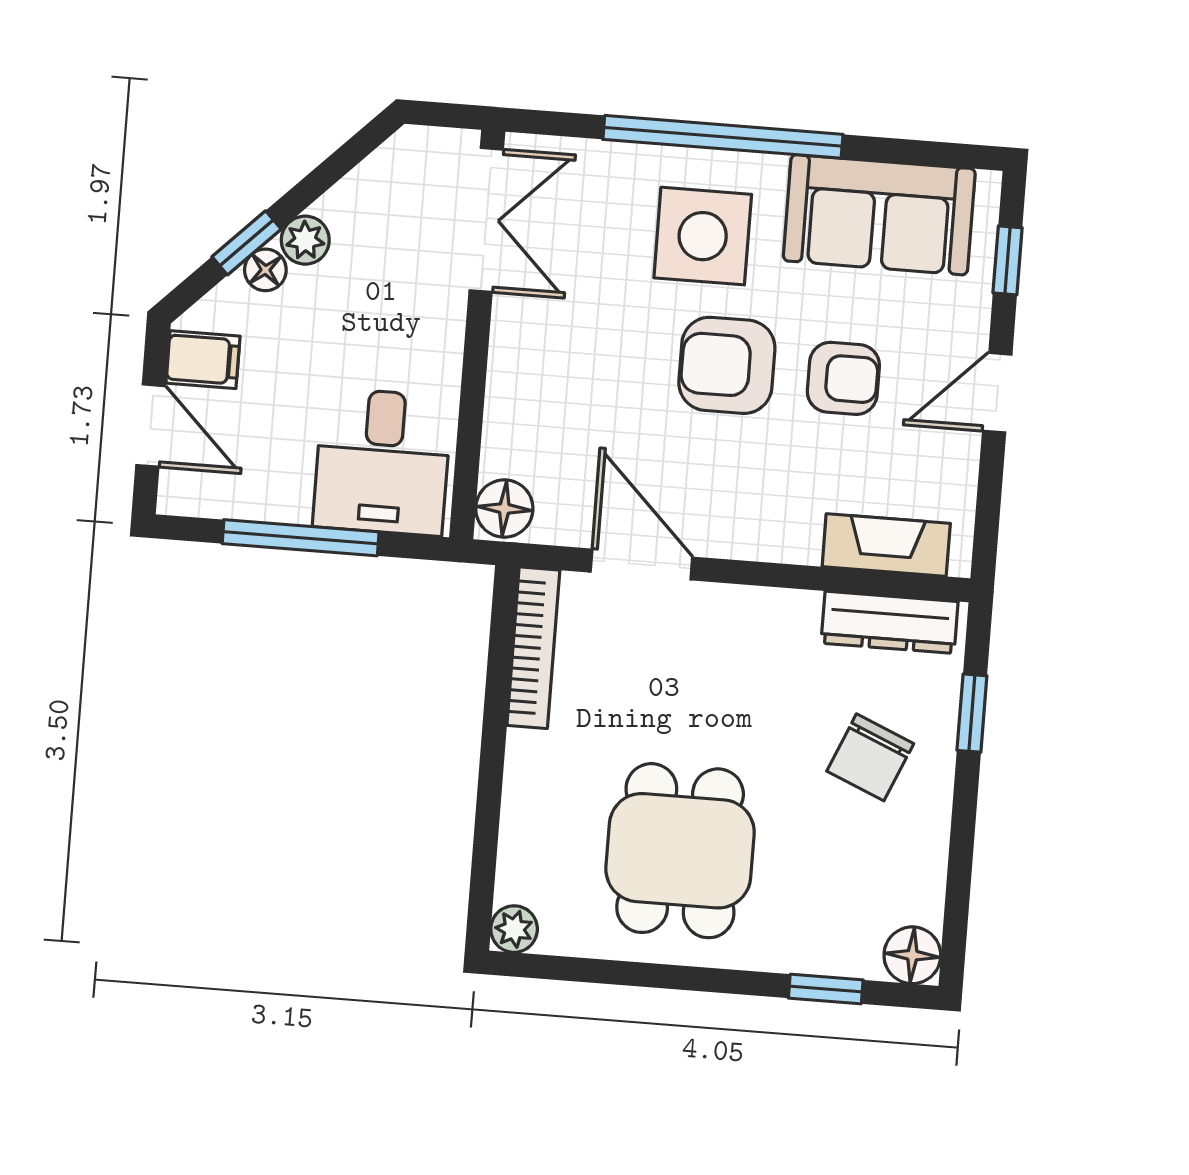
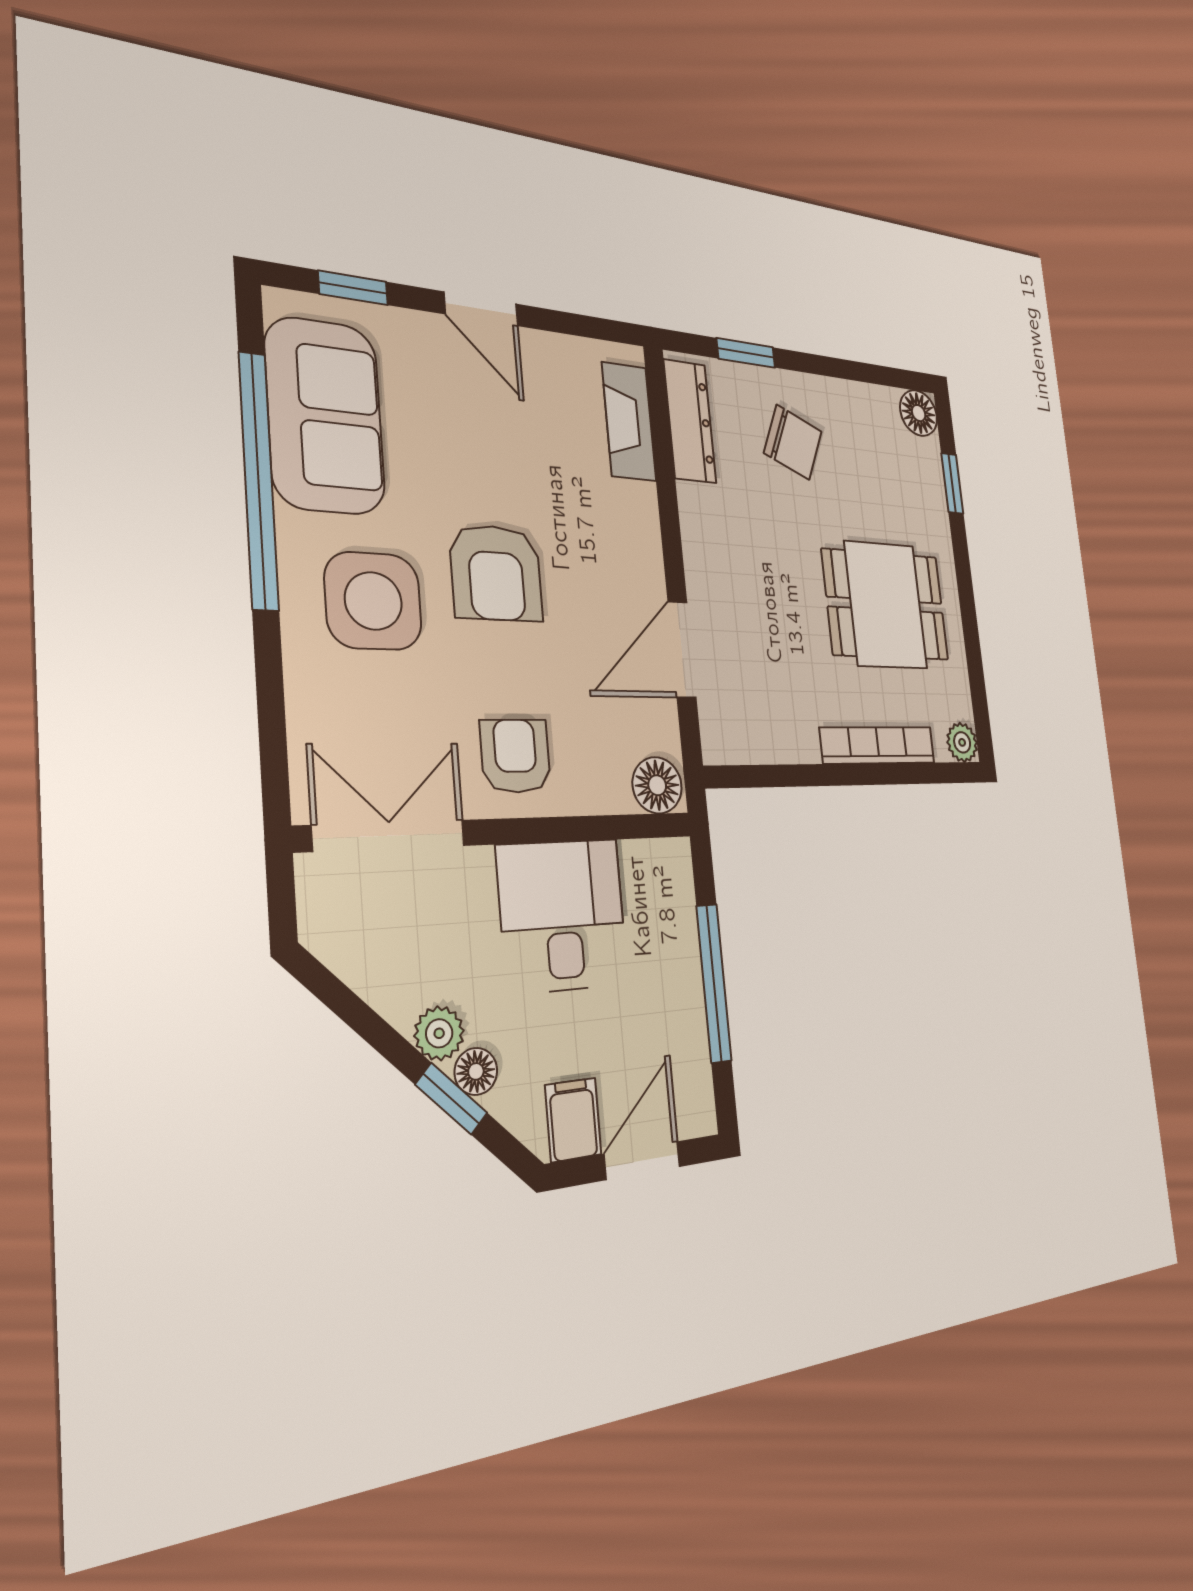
window: (723, 137) -> (259, 480), moved
armchair: (843, 378) -> (516, 756), moved
desk: (382, 462) -> (563, 915), moved, turned -90
bookcase: (533, 648) -> (878, 745), moved

